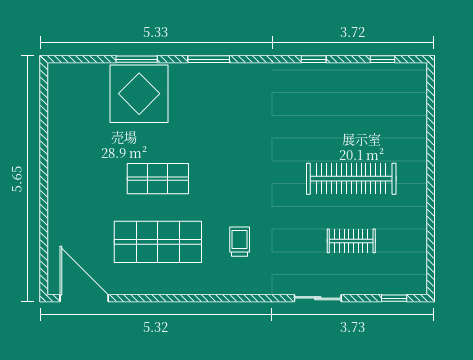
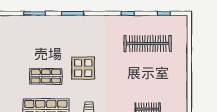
display table: (139, 94) -> (83, 68), moved, width x0.73, depth x0.73
clothes rail: (351, 179) -> (148, 44), moved

